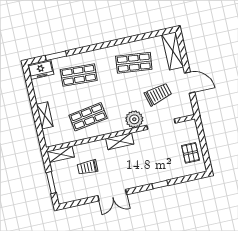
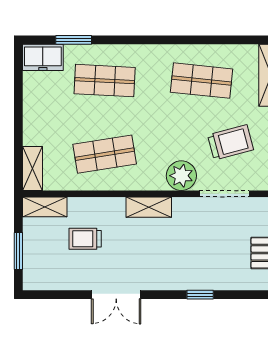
shelving: (45, 115) -> (32, 169), moved

